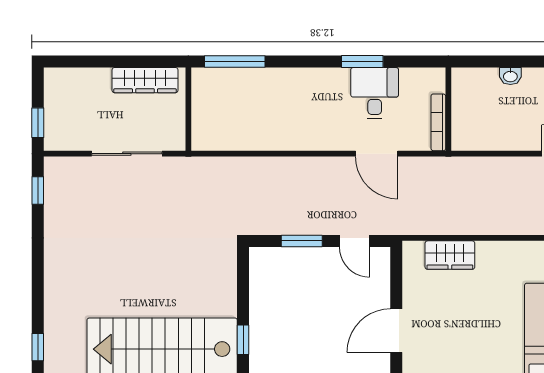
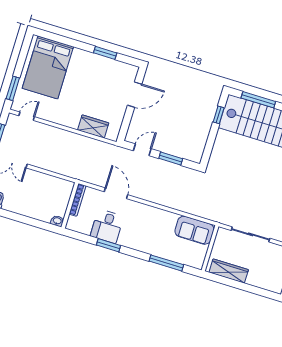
window: (235, 62) -> (166, 263), moved
washbasin: (510, 76) -> (57, 221), moved
sofa: (224, 132) -> (194, 230), added
door: (355, 241) -> (142, 150), hinge flipped

